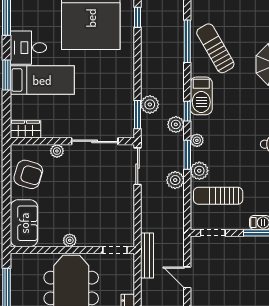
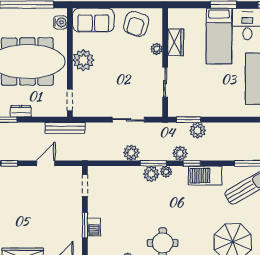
wardrobe: (25, 129) -> (176, 42), moved
sliding door: (95, 141) -> (165, 82), width x0.73
sliding door: (138, 166) -> (128, 120), moved
plant: (199, 171) -> (151, 174), moved
sun lounger: (218, 196) -> (117, 190), removed
plant: (70, 240) -> (83, 60), width x1.88, depth x1.88
water cooler: (27, 261) -> (60, 22), added

